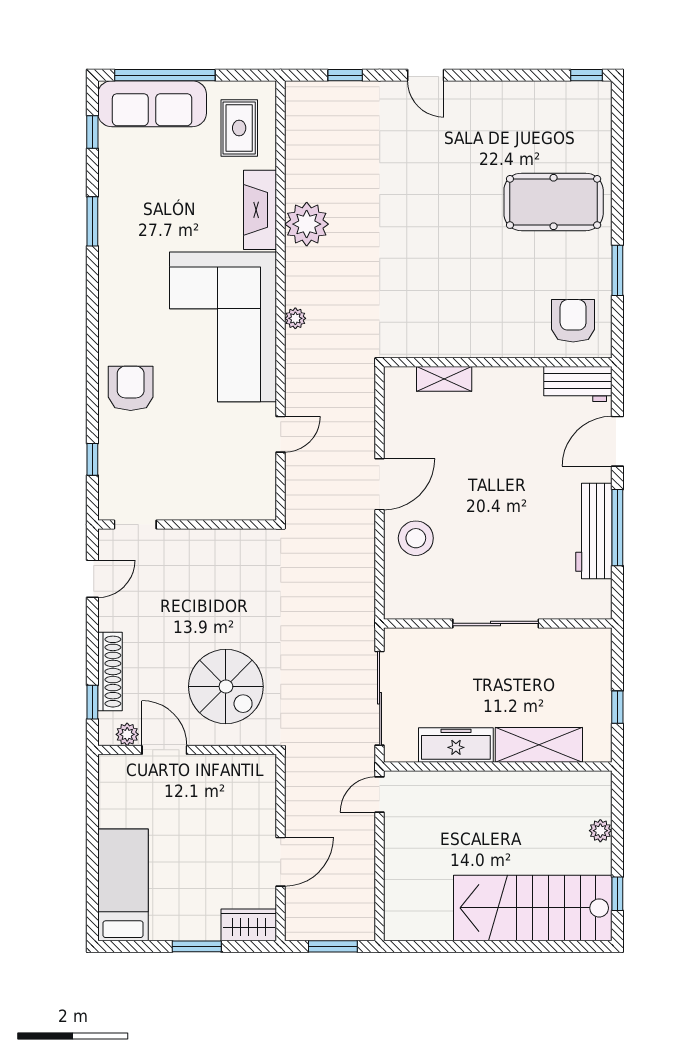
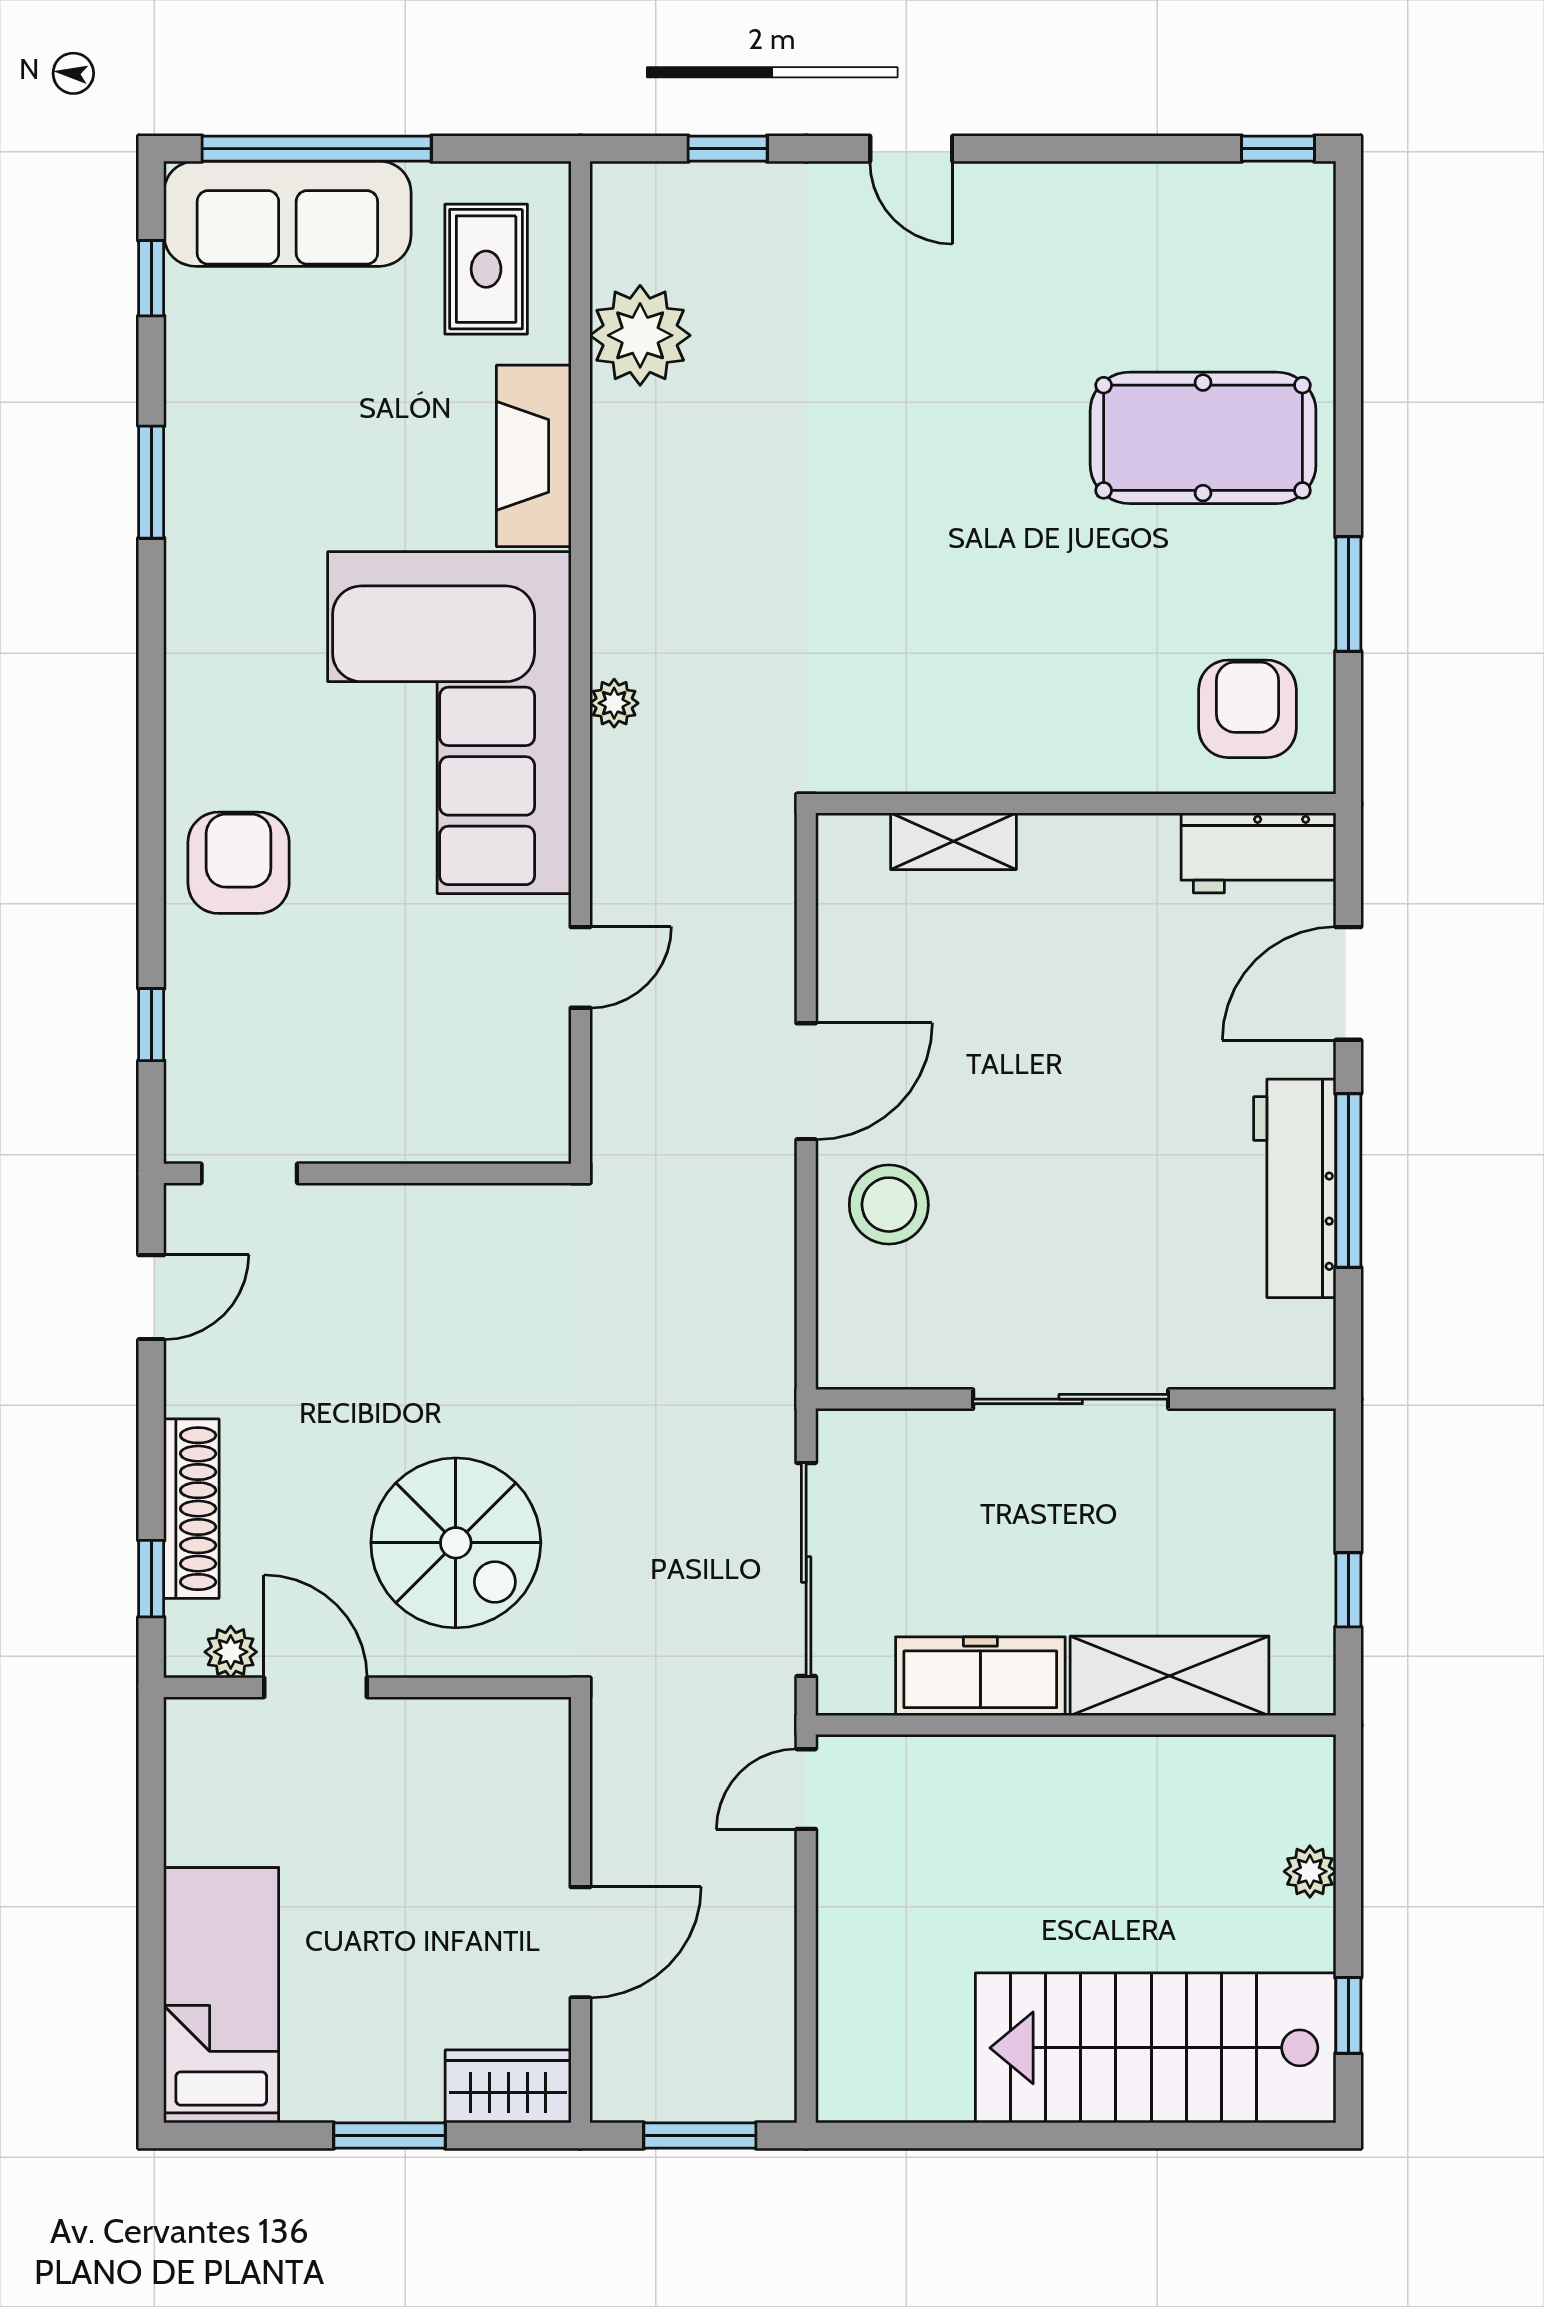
plant: (307, 224) -> (640, 335), moved

